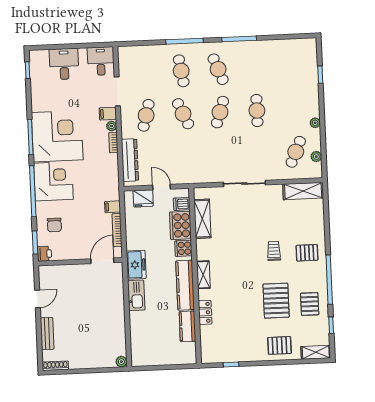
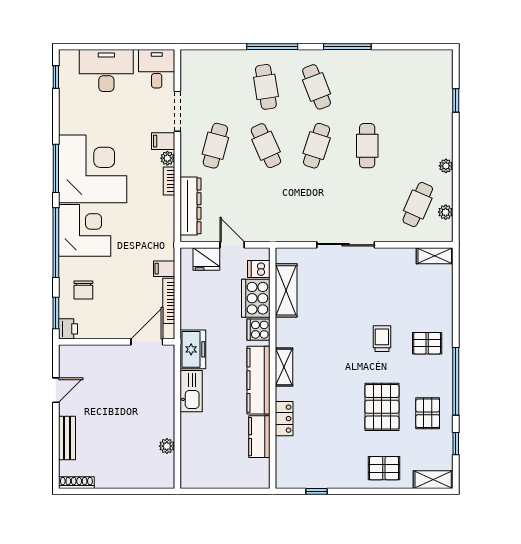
desk: (64, 64) -> (106, 71), width x1.37
shelving: (303, 191) -> (435, 256), width x0.67, depth x0.75
plant: (121, 362) -> (167, 446), moved

